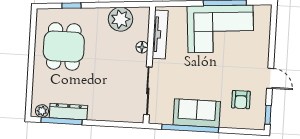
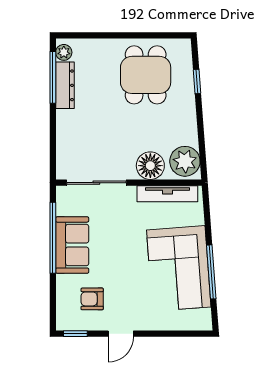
plant: (120, 19) -> (185, 161), moved
dining table: (64, 46) -> (146, 75), turned 90
floor lamp: (142, 47) -> (150, 166), width x1.89, depth x1.89

